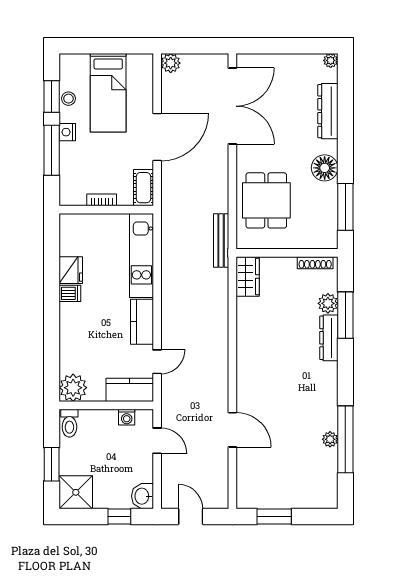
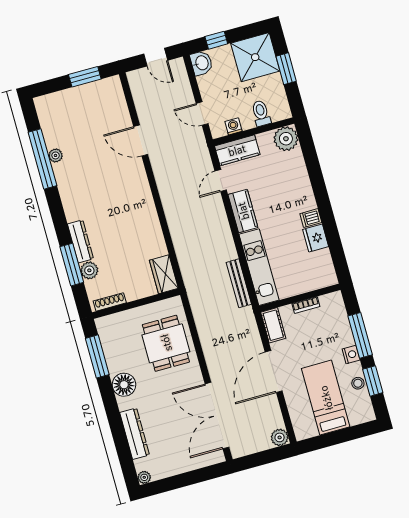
bench: (221, 240) -> (239, 283), moved
toilet: (69, 423) -> (261, 113), moved
shower: (76, 492) -> (255, 57), width x1.37, depth x1.37

